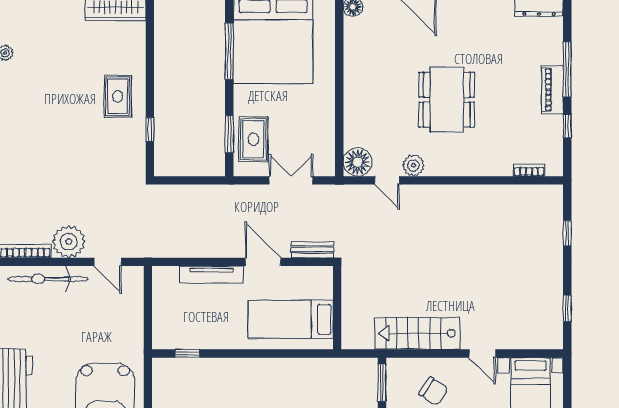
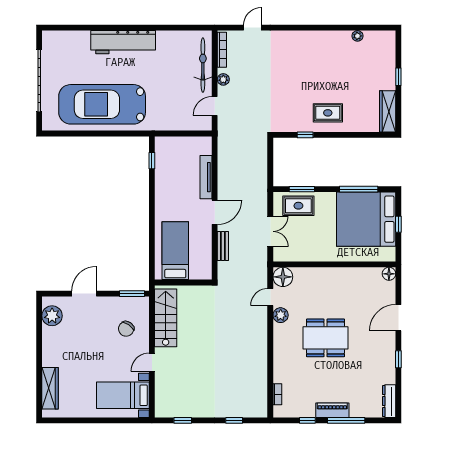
plant: (69, 242) -> (223, 79), width x0.53, depth x0.53
wall: (337, 308) -> (183, 282), moved
bed: (291, 319) -> (175, 251), moved

